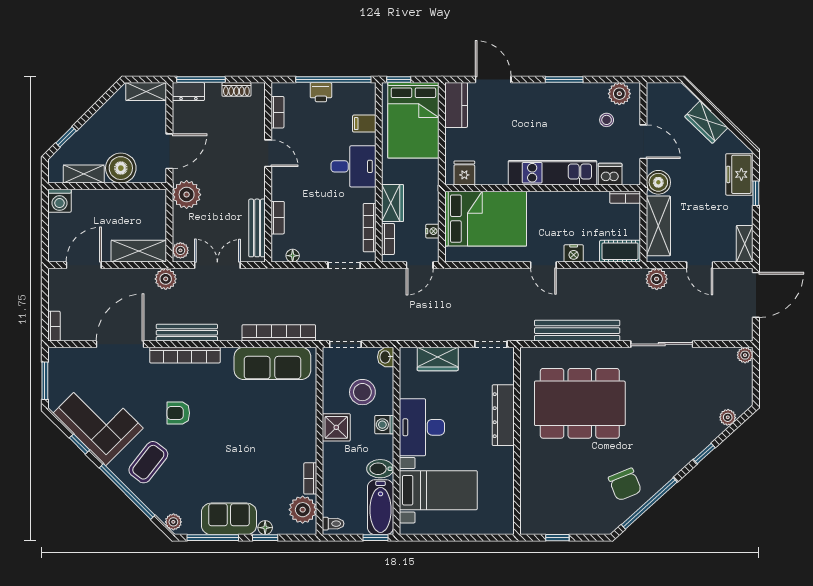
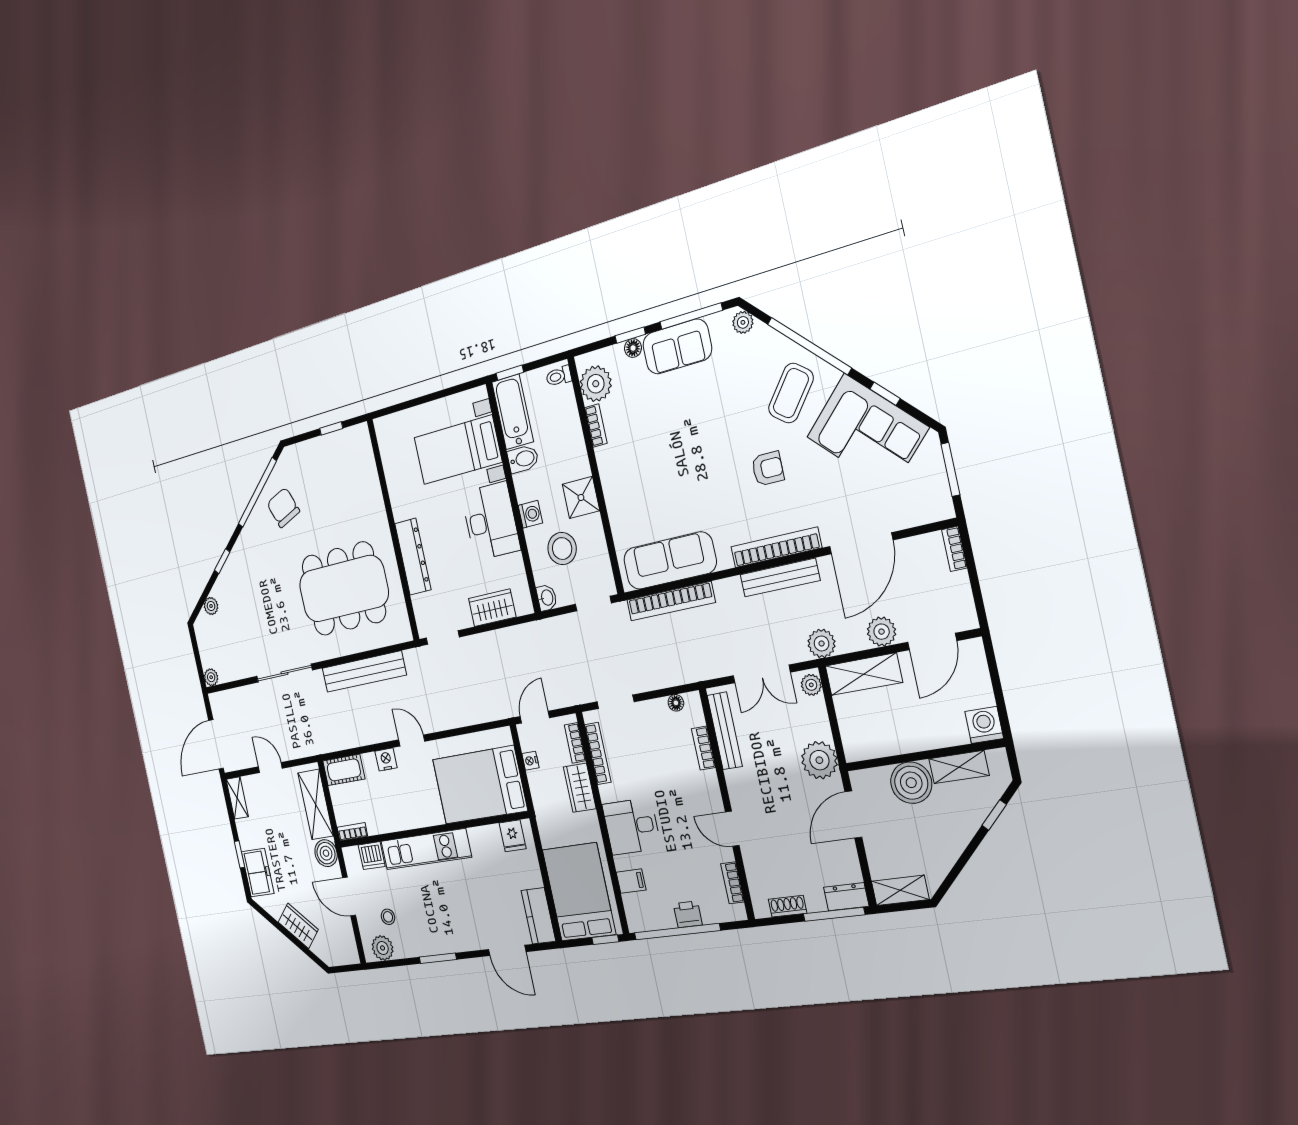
plant: (657, 279) -> (882, 632), moved

